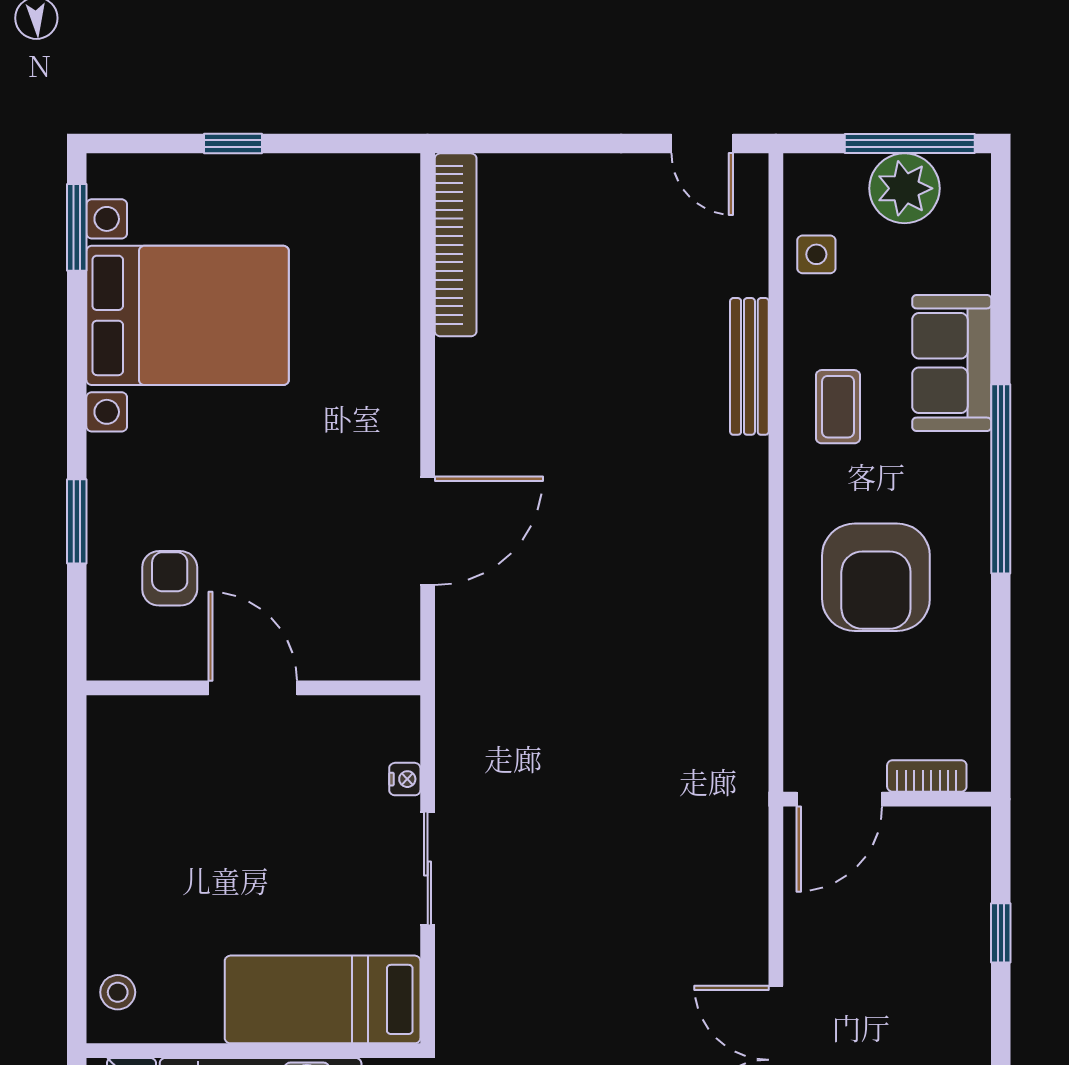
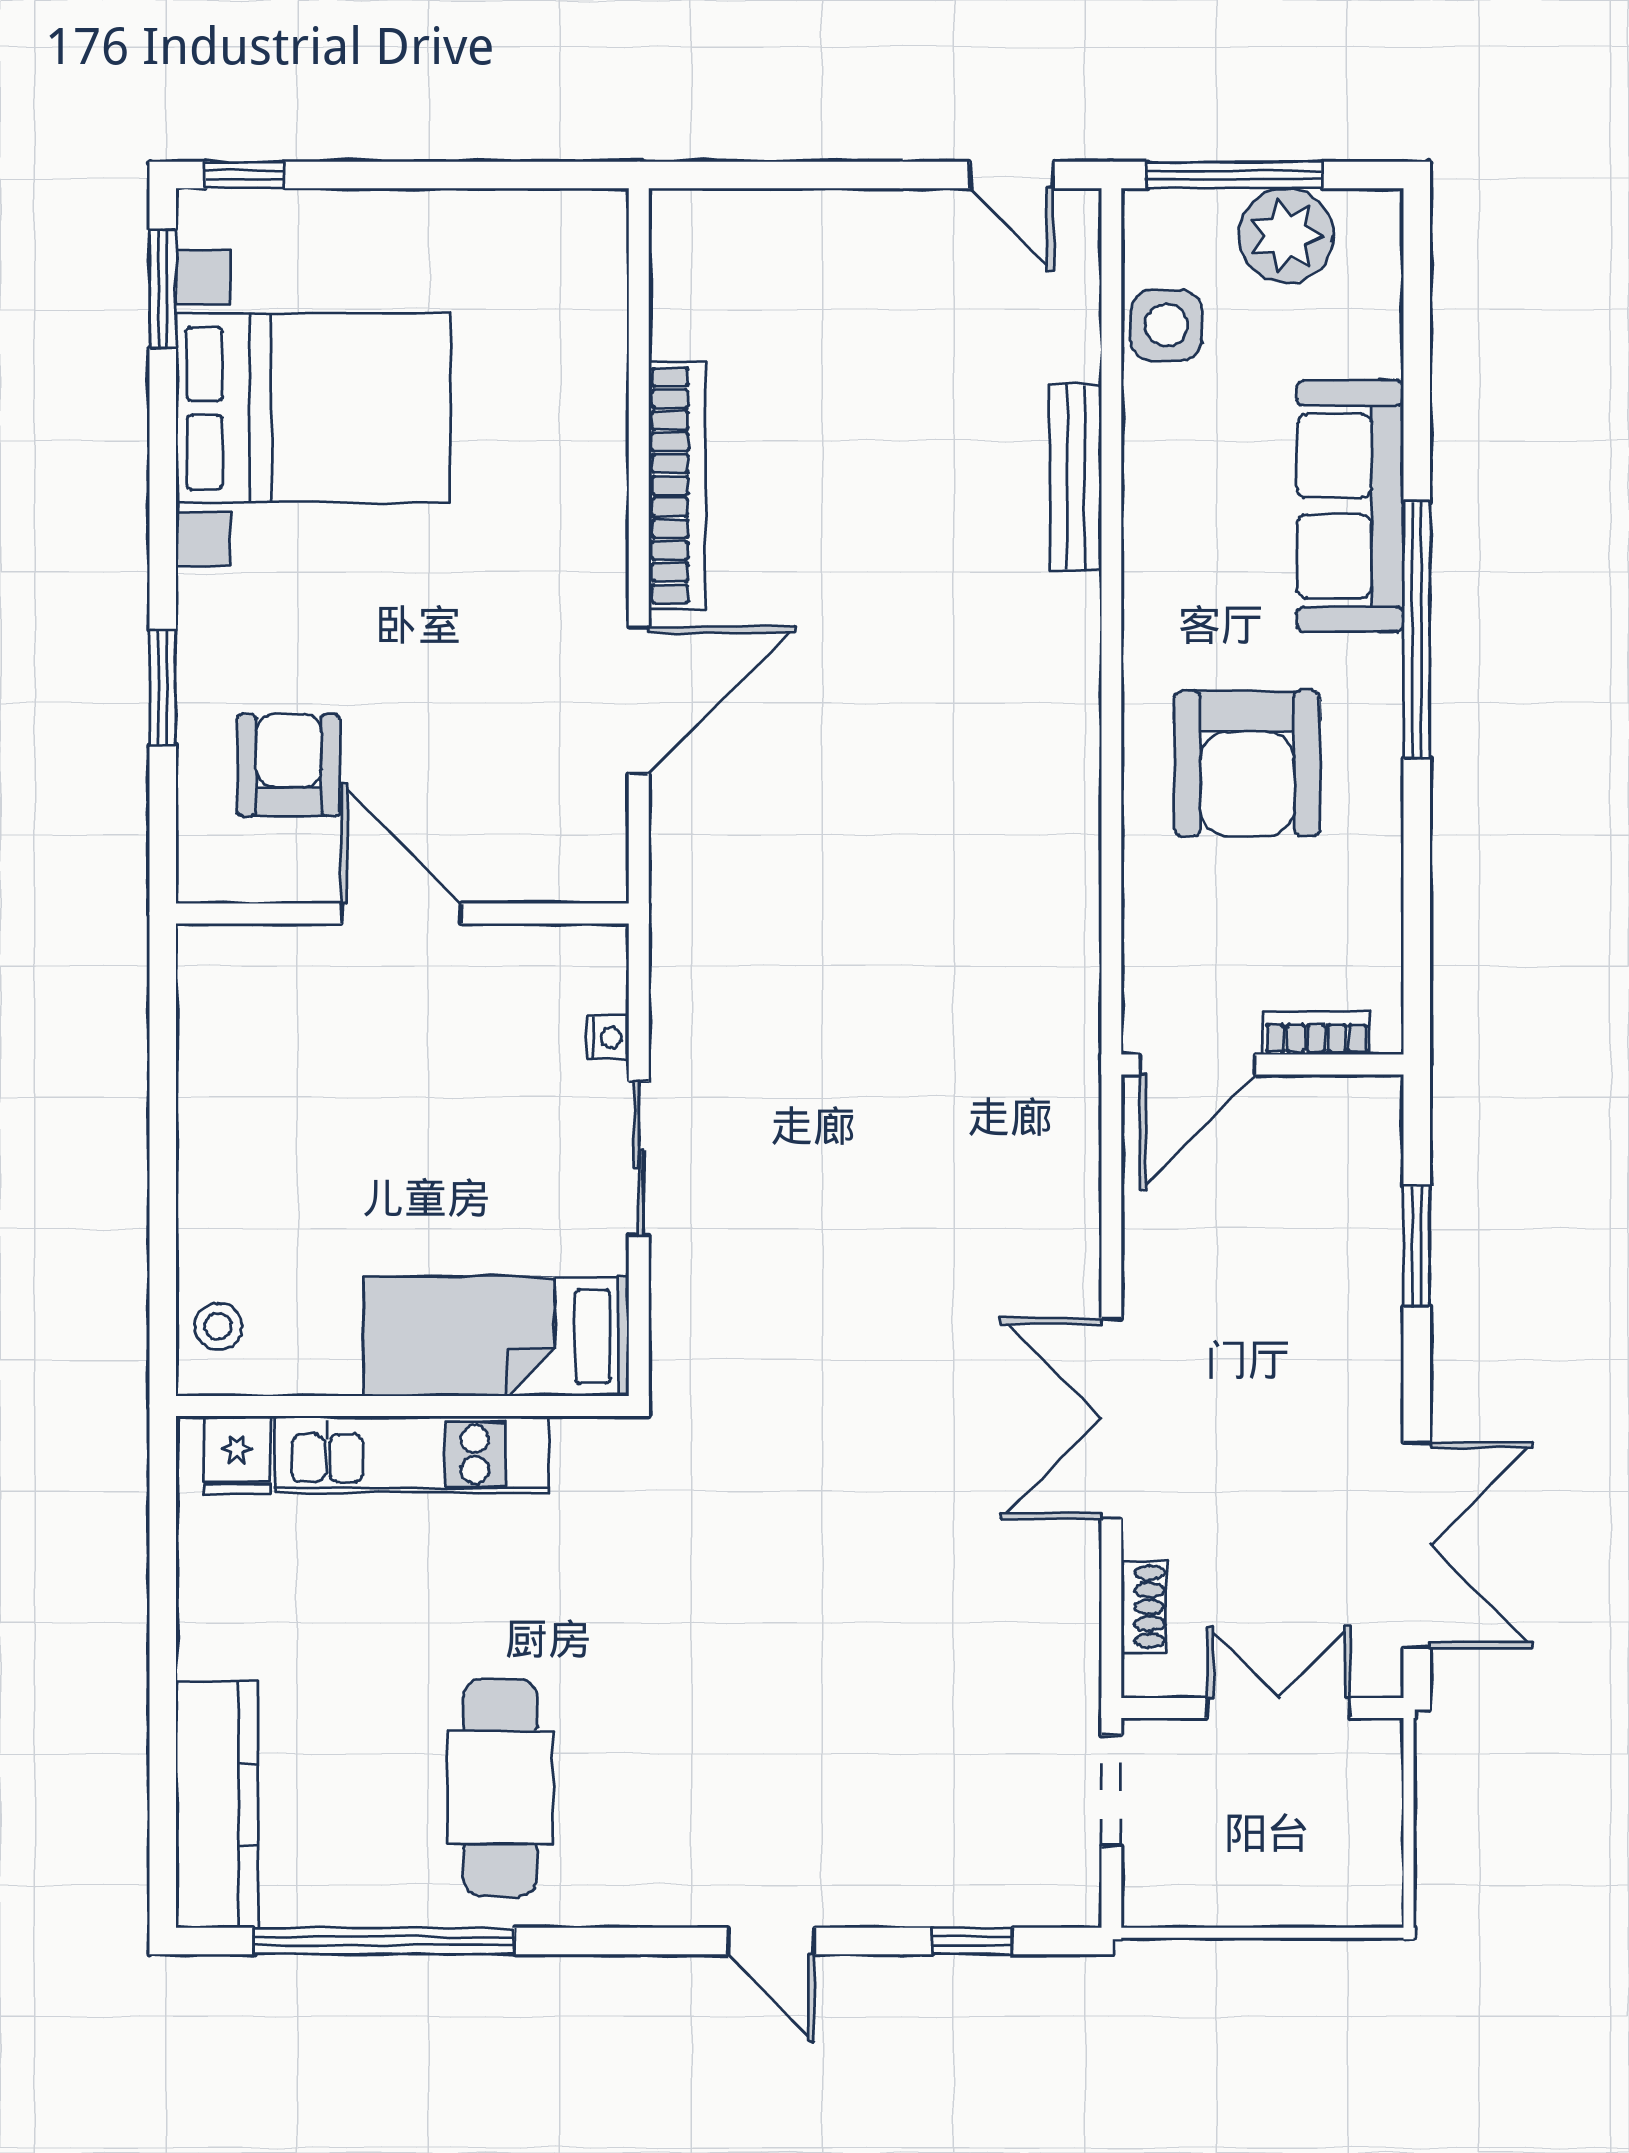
window: (233, 144) -> (244, 175), moved
window: (910, 144) -> (1234, 175), moved
bookcase: (456, 245) -> (677, 485), moved
side table: (816, 254) -> (1166, 325), width x1.37, depth x1.37
sofa: (952, 363) -> (1350, 506), width x1.36
coffee table: (838, 407) -> (1196, 532), removed
armchair: (170, 578) -> (289, 765), width x1.38, depth x1.38
window: (1001, 933) -> (1417, 1246), width x1.50

